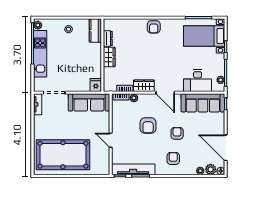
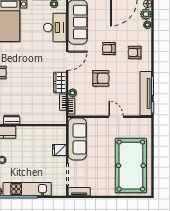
wardrobe: (109, 57) -> (31, 118), removed
fridge: (96, 85) -> (59, 150), moved
door: (111, 140) -> (116, 117), swing flipped

